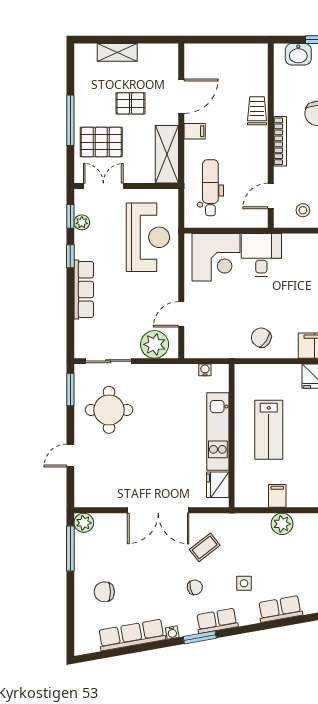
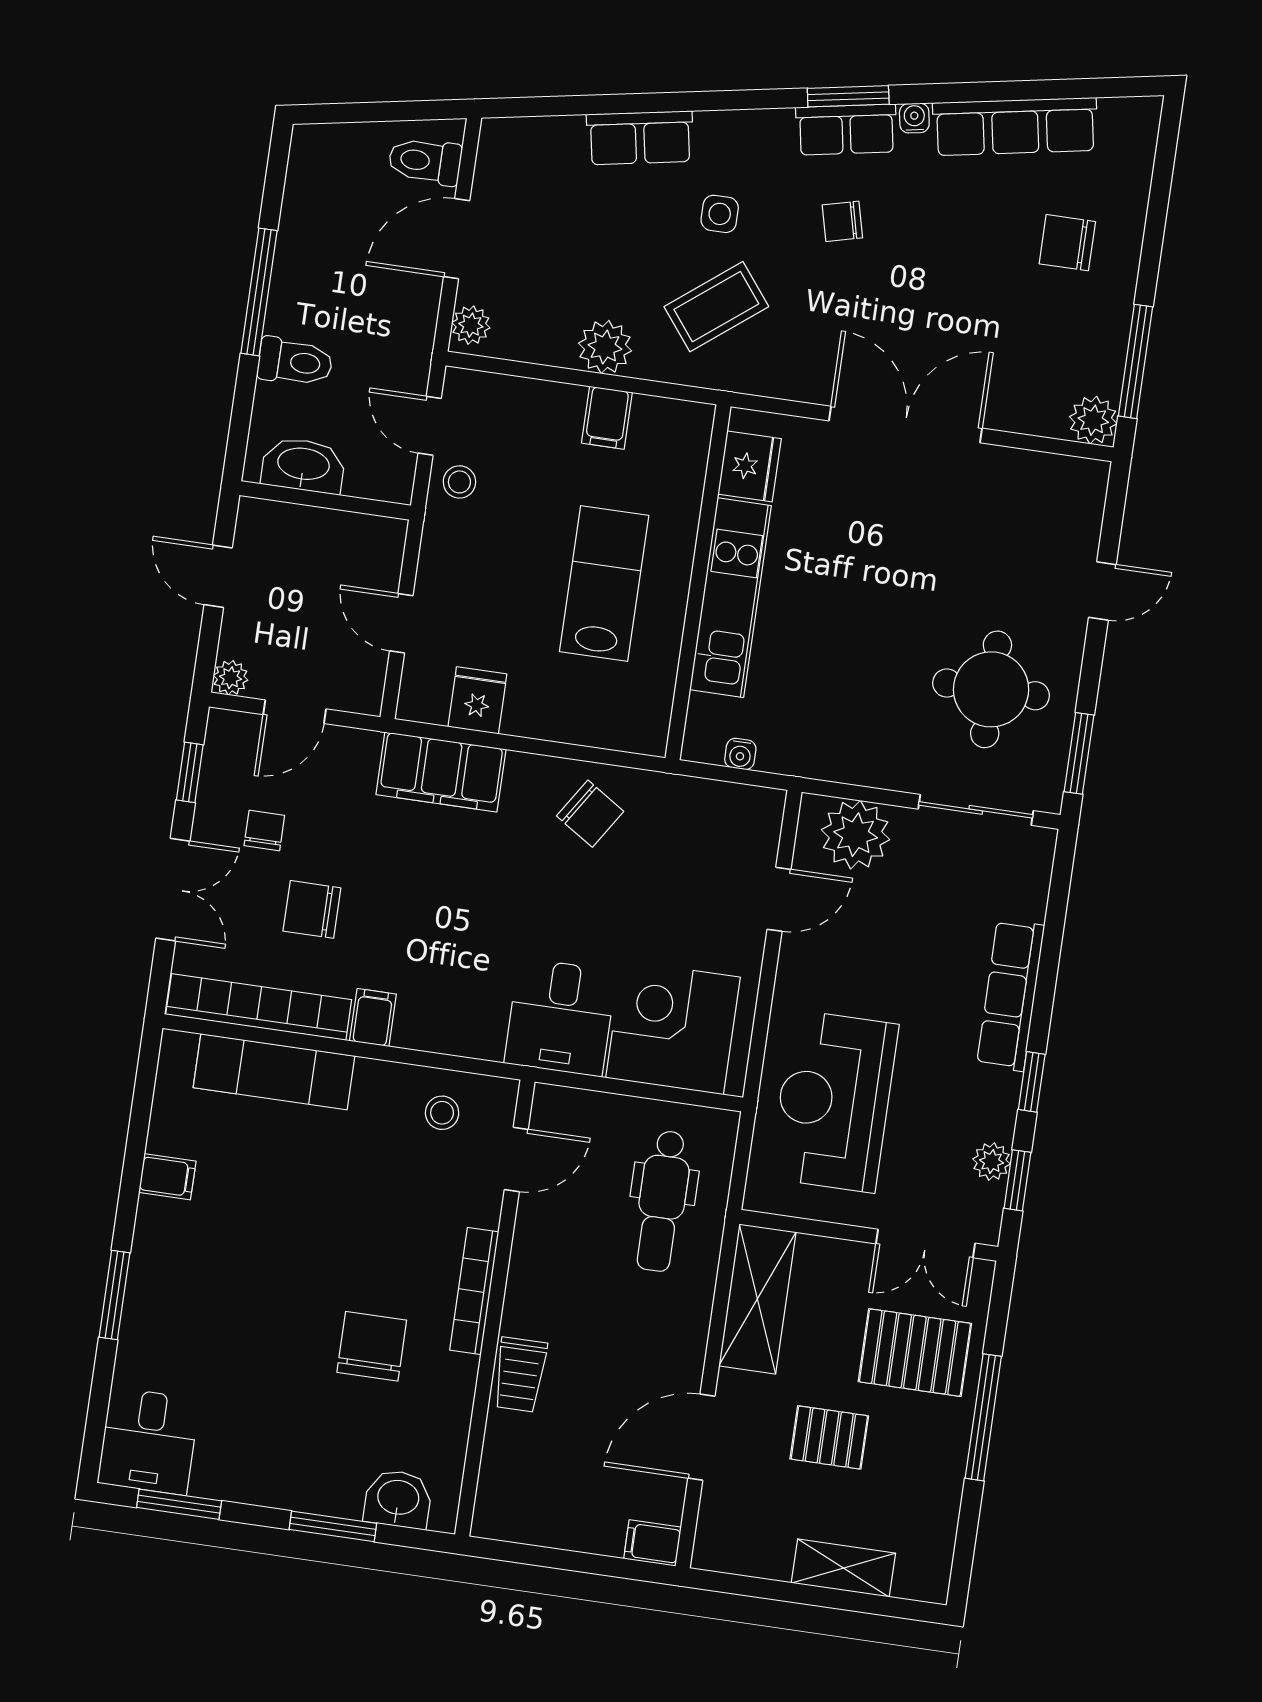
filing cabinet: (195, 131) -> (652, 1543), moved
coffee table: (205, 547) -> (716, 307), moved, width x1.36, depth x1.30
chair: (104, 592) -> (1067, 243), turned 180
row of seats: (217, 621) -> (846, 130), moved

